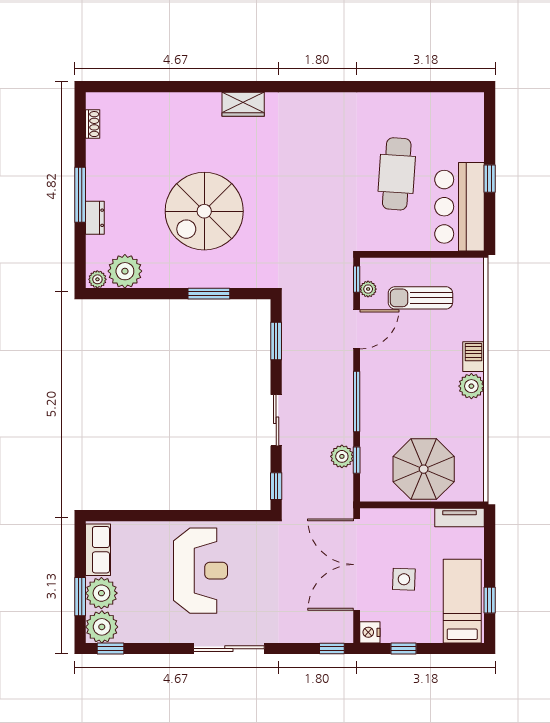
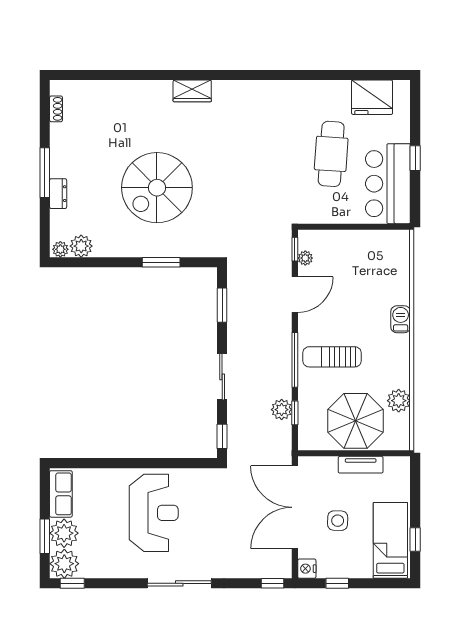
fridge: (442, 111) -> (372, 97), added
plant: (125, 271) -> (81, 246), width x0.73, depth x0.73
sun lounger: (420, 298) -> (332, 357), moved
plant: (471, 386) -> (399, 401), moved
tv unit: (460, 517) -> (361, 465), moved

